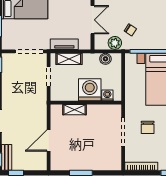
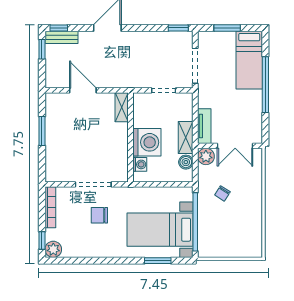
plant: (115, 43) -> (206, 156), moved
tv unit: (64, 44) -> (204, 126), moved
shelving: (69, 59) -> (186, 138), moved
shelving: (75, 110) -> (122, 107), moved

